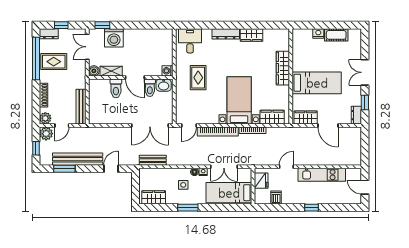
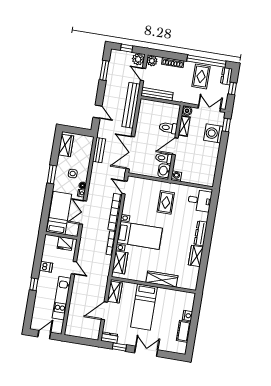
rug: (198, 78) -> (166, 202), turned 90
bench: (78, 159) -> (131, 105), moved
dishwasher: (276, 197) -> (46, 267), moved

